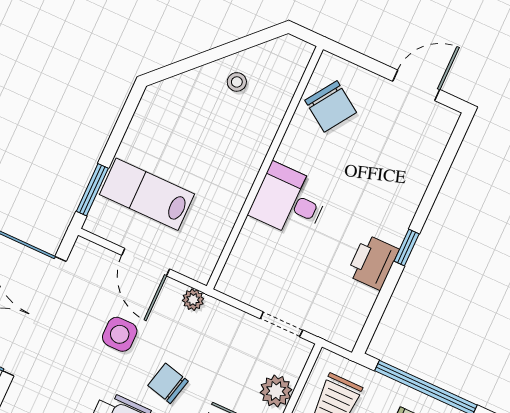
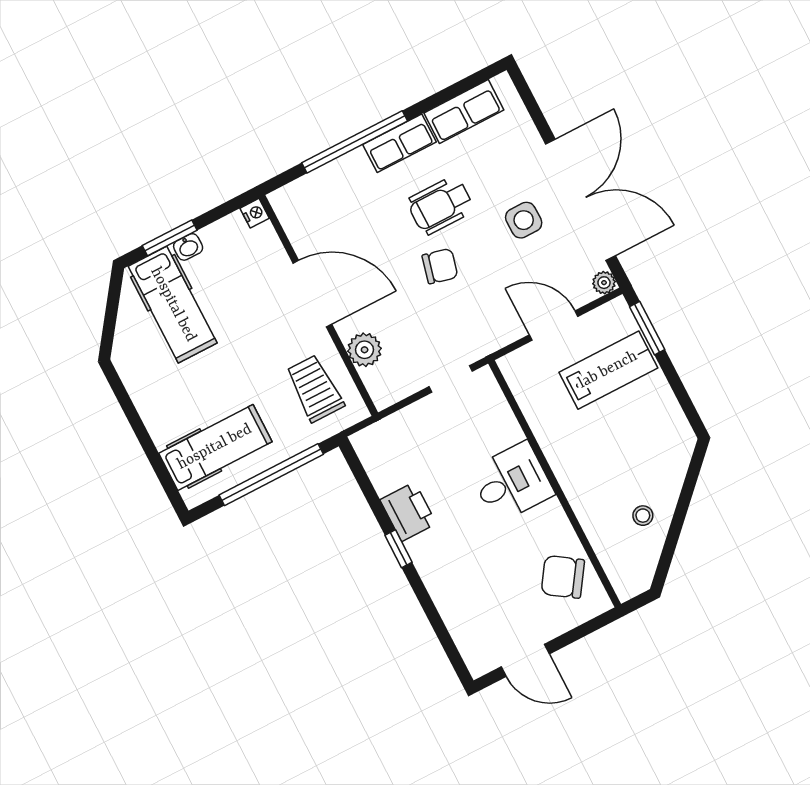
door: (416, 85) -> (525, 660), hinge flipped
plant: (193, 300) -> (604, 283), moved
doorway: (281, 324) -> (451, 379), moved
side table: (120, 334) -> (524, 220), moved

